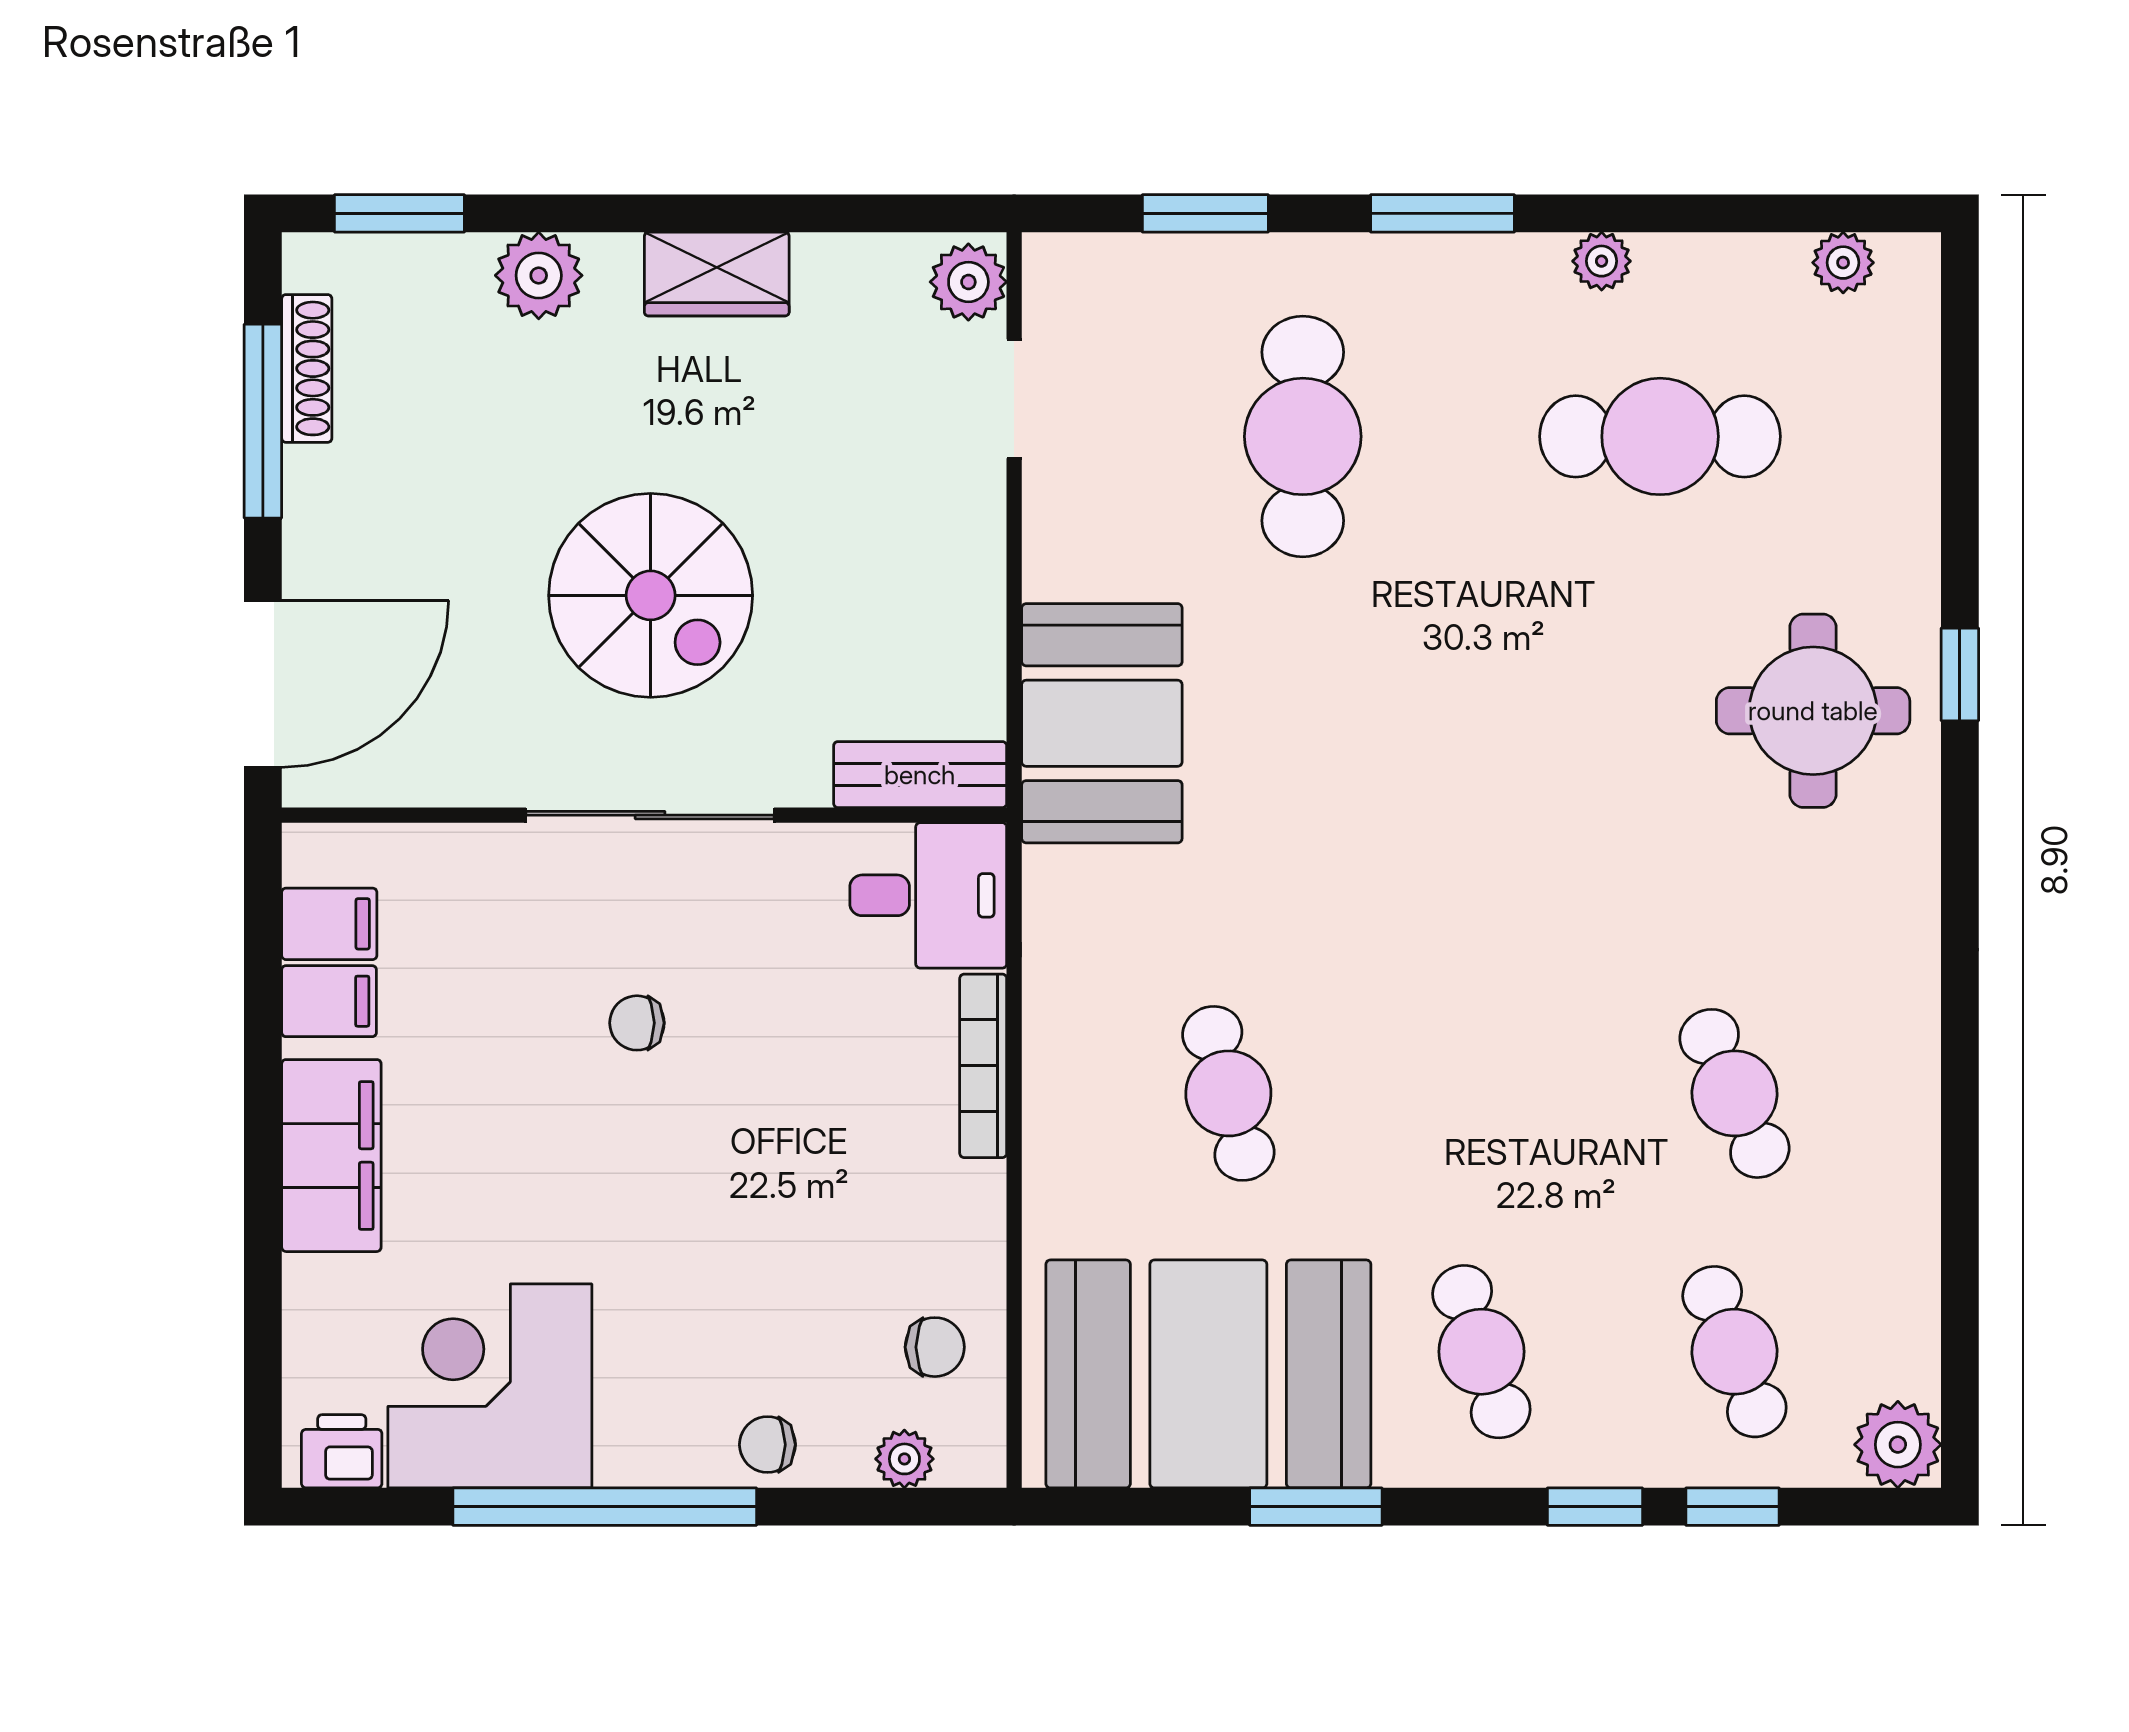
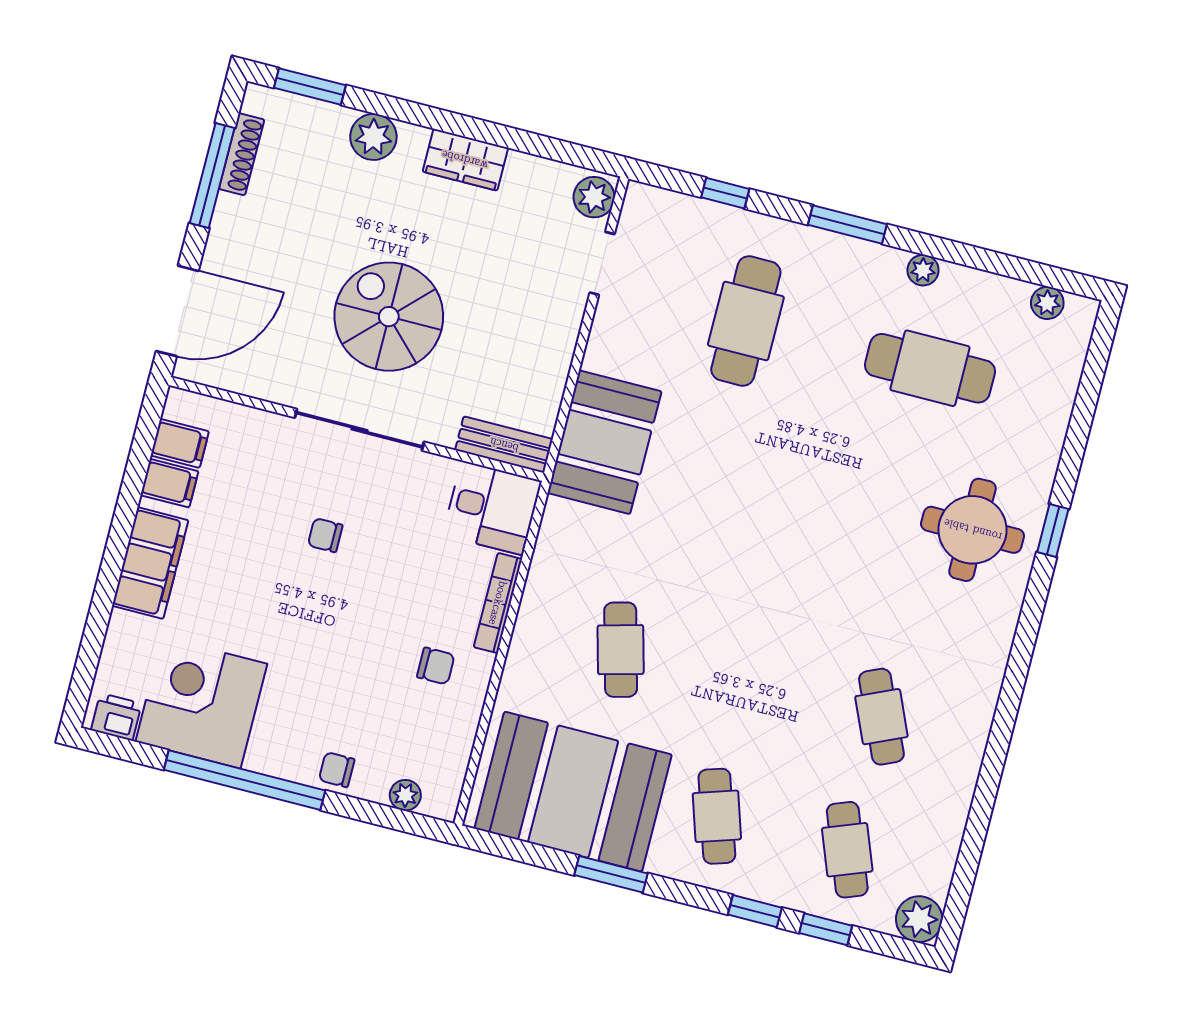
window: (1205, 213) -> (725, 193), width x0.67
spiral stairs: (651, 595) -> (389, 317), turned 180
chair: (935, 1347) -> (436, 666), moved

